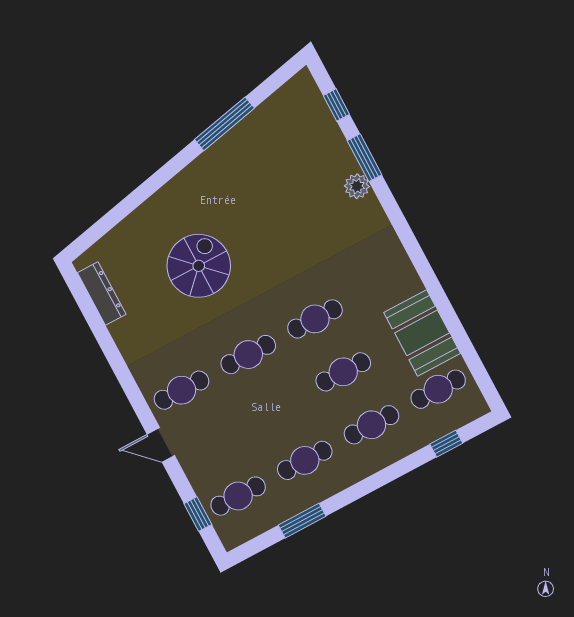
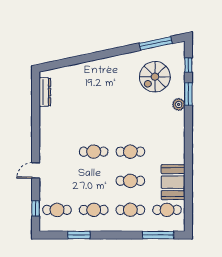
window: (224, 124) -> (156, 43), moved
spiral stairs: (199, 266) -> (155, 77), moved, turned 180
cafe table: (182, 390) -> (57, 152), removed
window: (446, 444) -> (158, 235), width x2.17
door: (161, 445) -> (36, 170), hinge flipped

